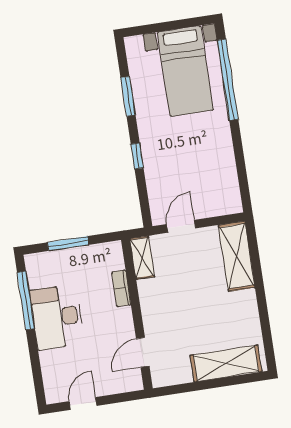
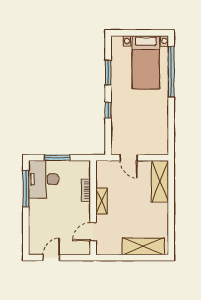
door: (181, 226) -> (129, 158), swing flipped
shelving: (142, 258) -> (102, 201), moved
desk: (57, 317) -> (44, 179), moved

